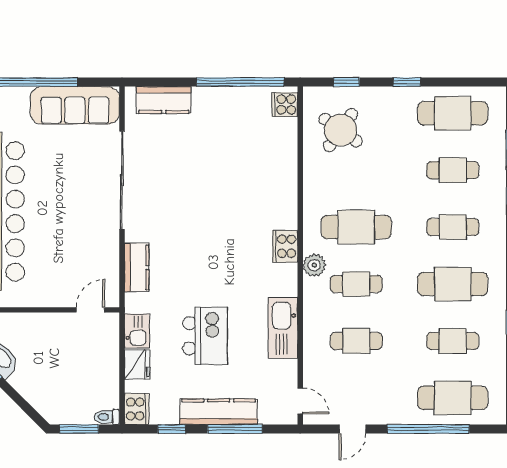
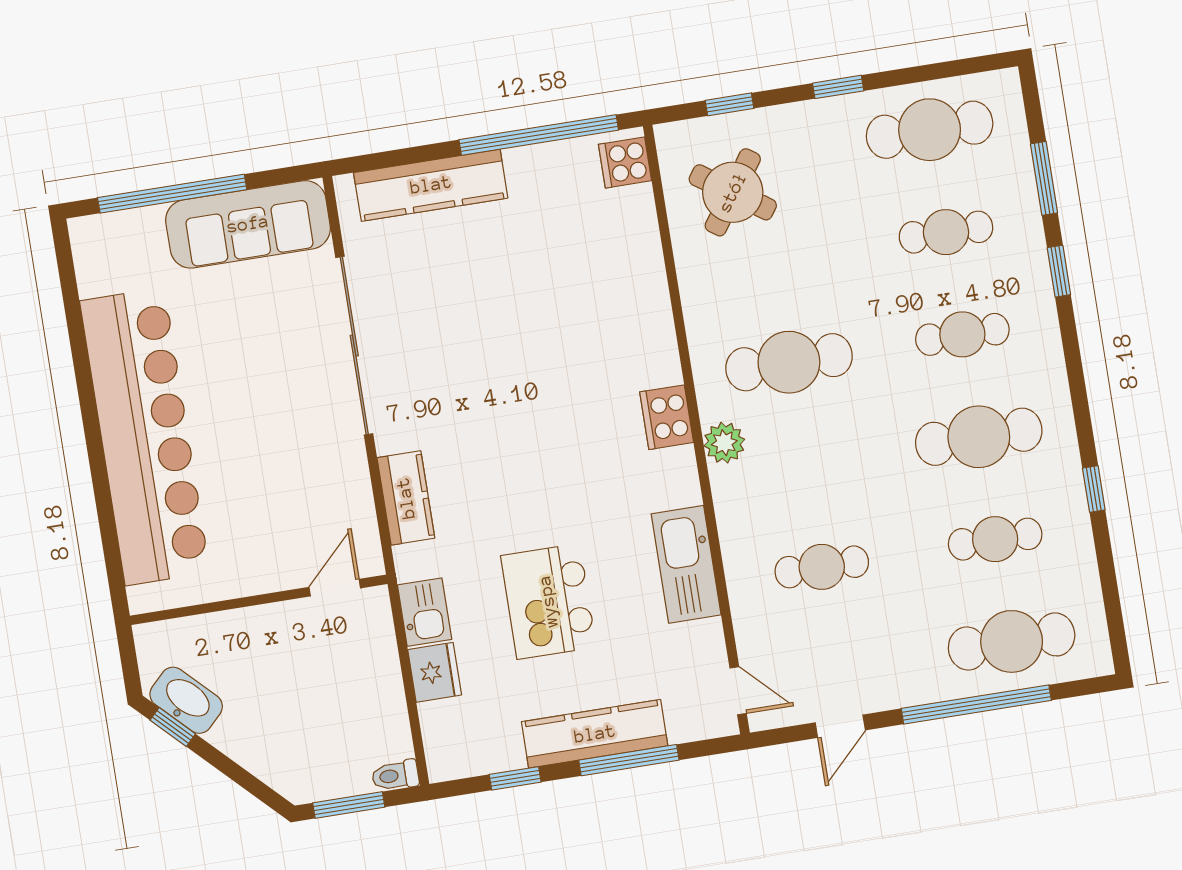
kitchen counter: (164, 100) -> (431, 185), width x1.50
cafe table: (356, 284) -> (805, 465), removed
kitchen island: (205, 336) -> (548, 601), turned 180
cooker: (137, 409) -> (447, 752), removed

